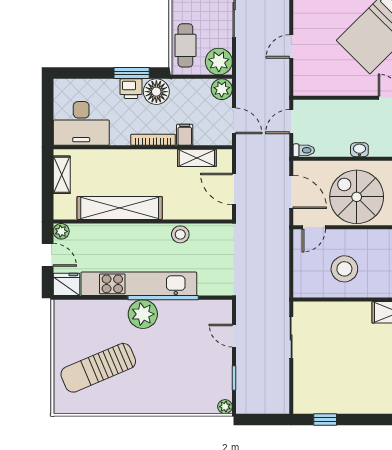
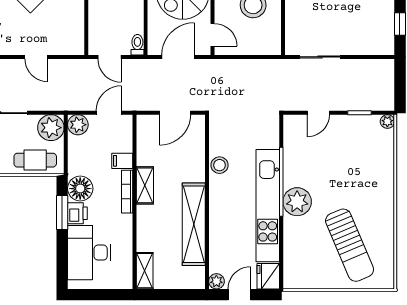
desk: (81, 123) -> (89, 253), moved, turned 180
shelving: (197, 158) -> (145, 185), moved
shelving: (62, 175) -> (145, 271), moved, turned 90

